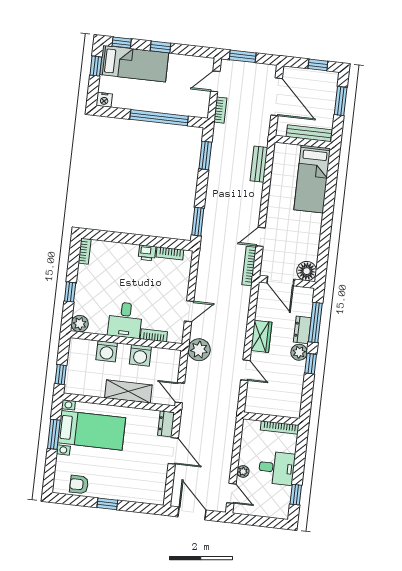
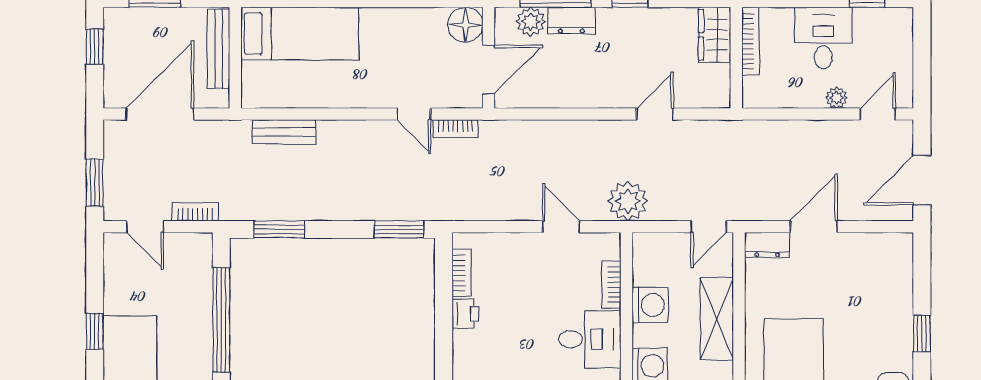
bookcase: (249, 266) -> (455, 129), width x0.64
wardrobe: (261, 336) -> (715, 35), moved, turned -90
plant: (299, 352) -> (531, 22), moved

